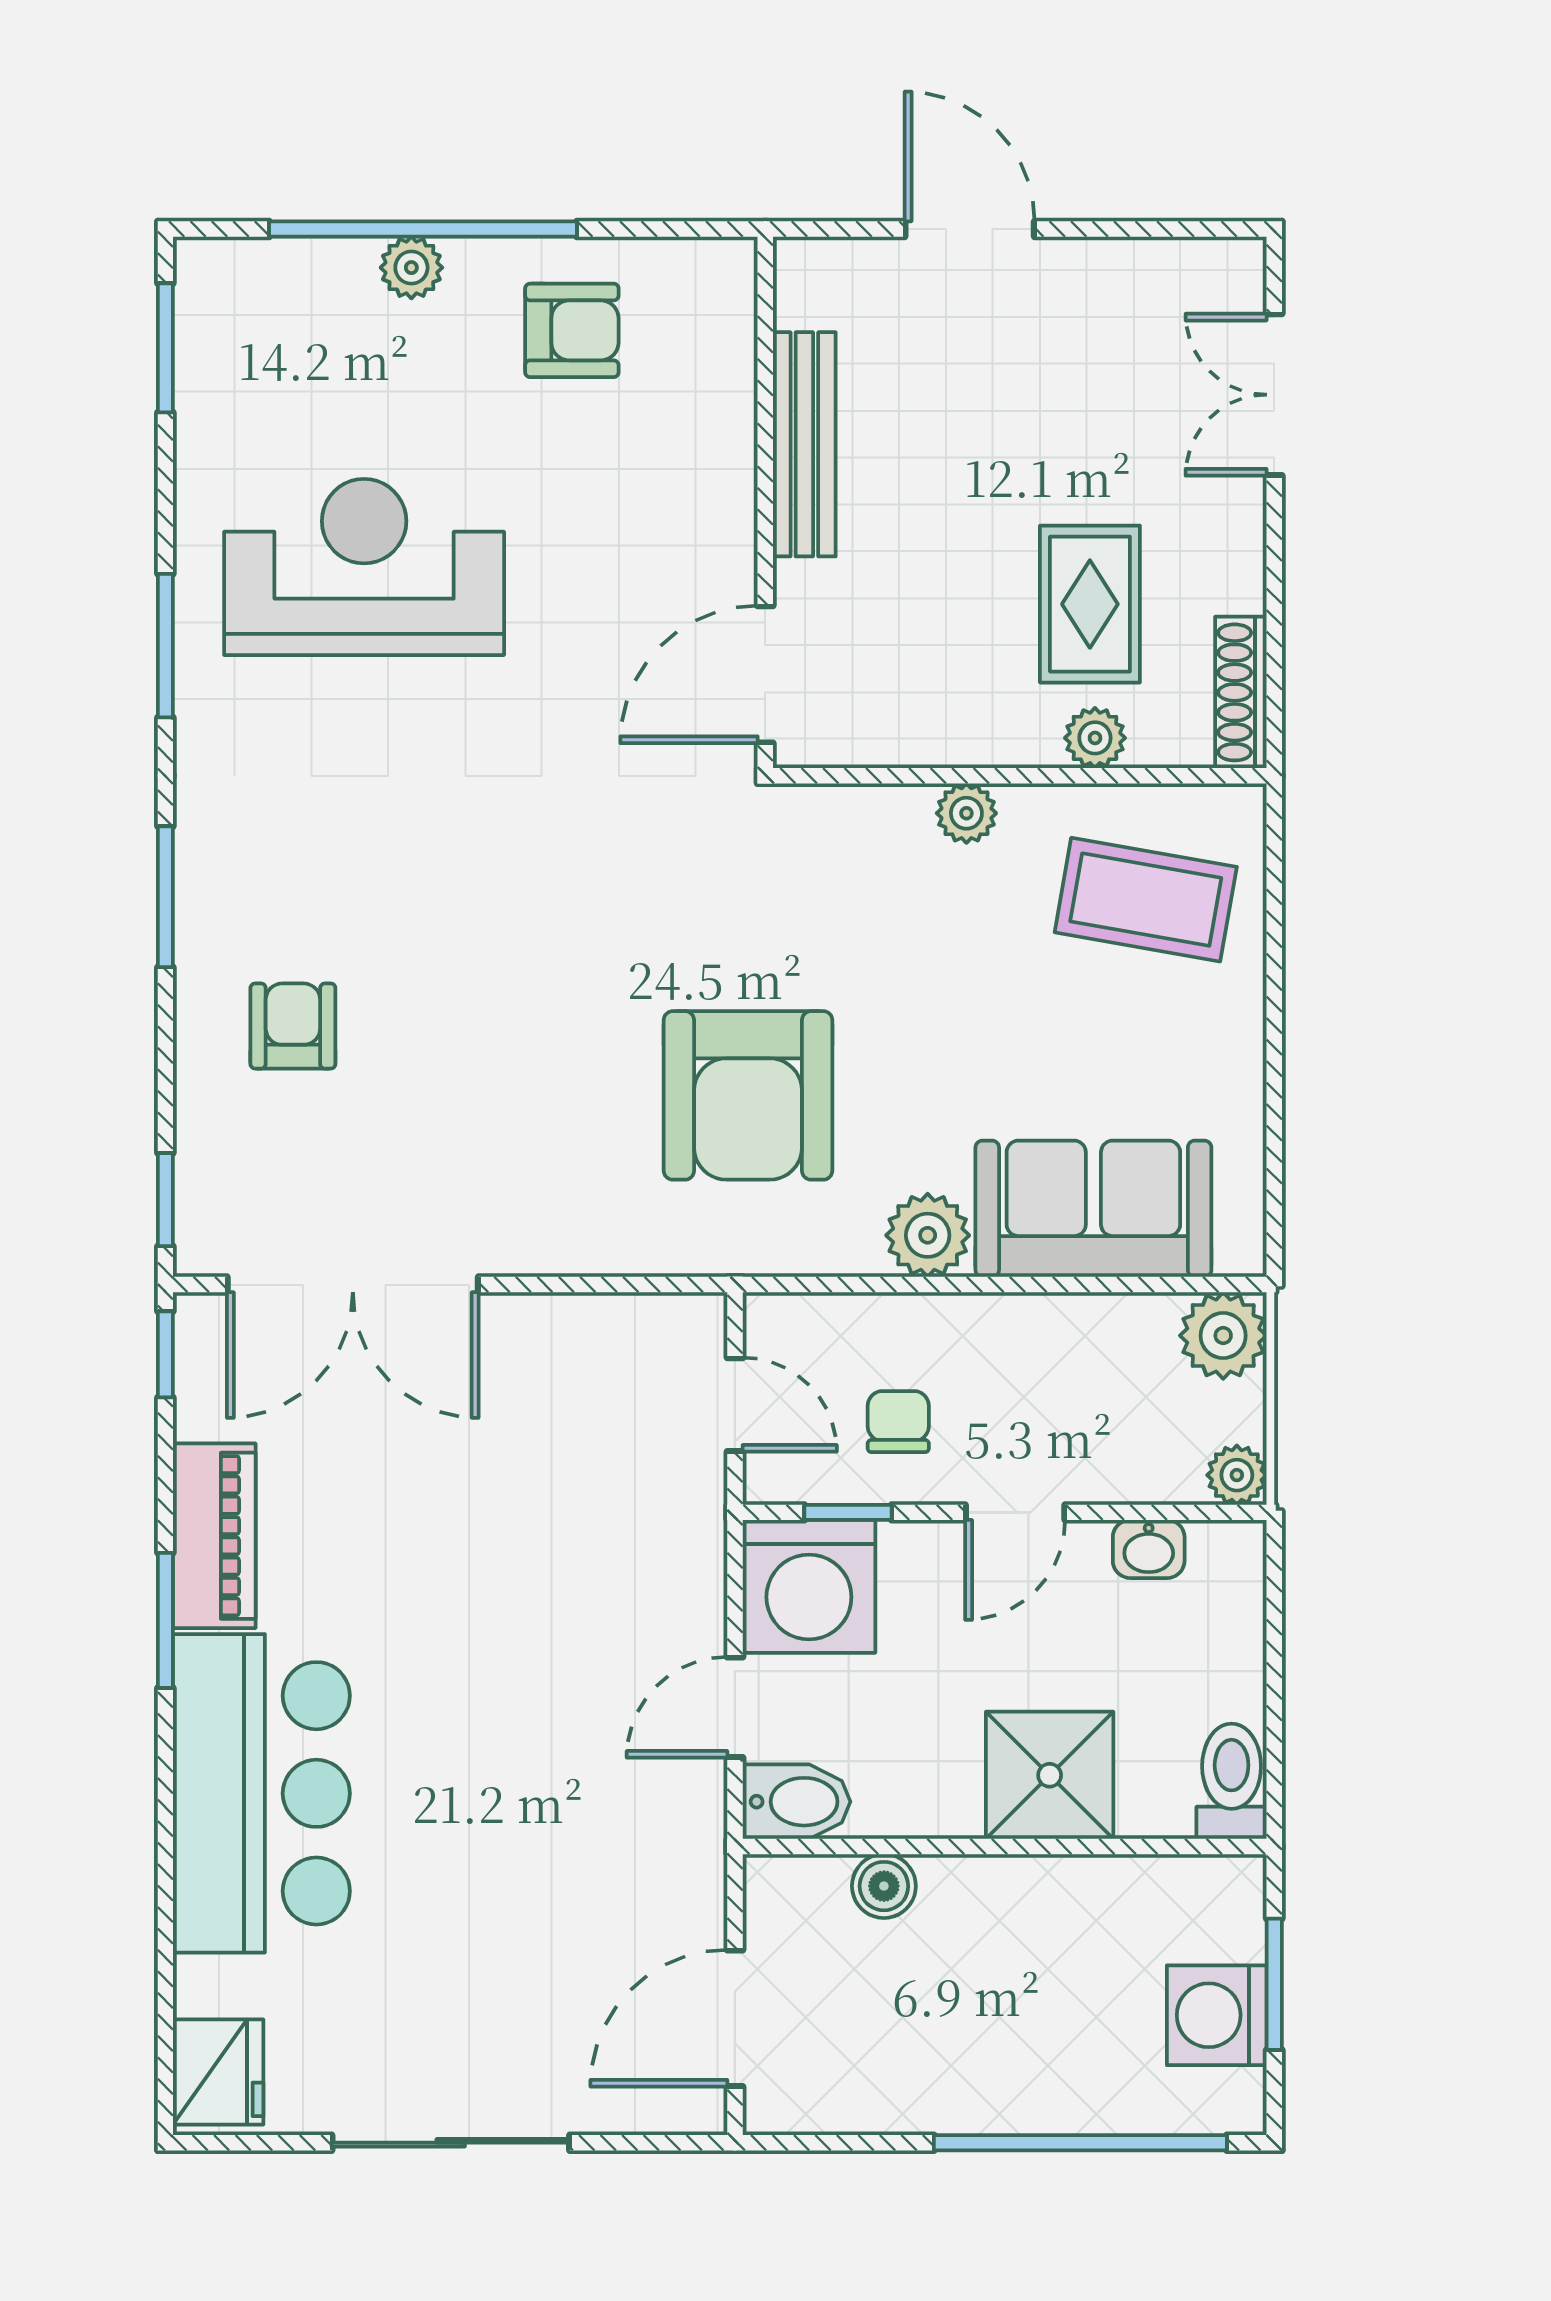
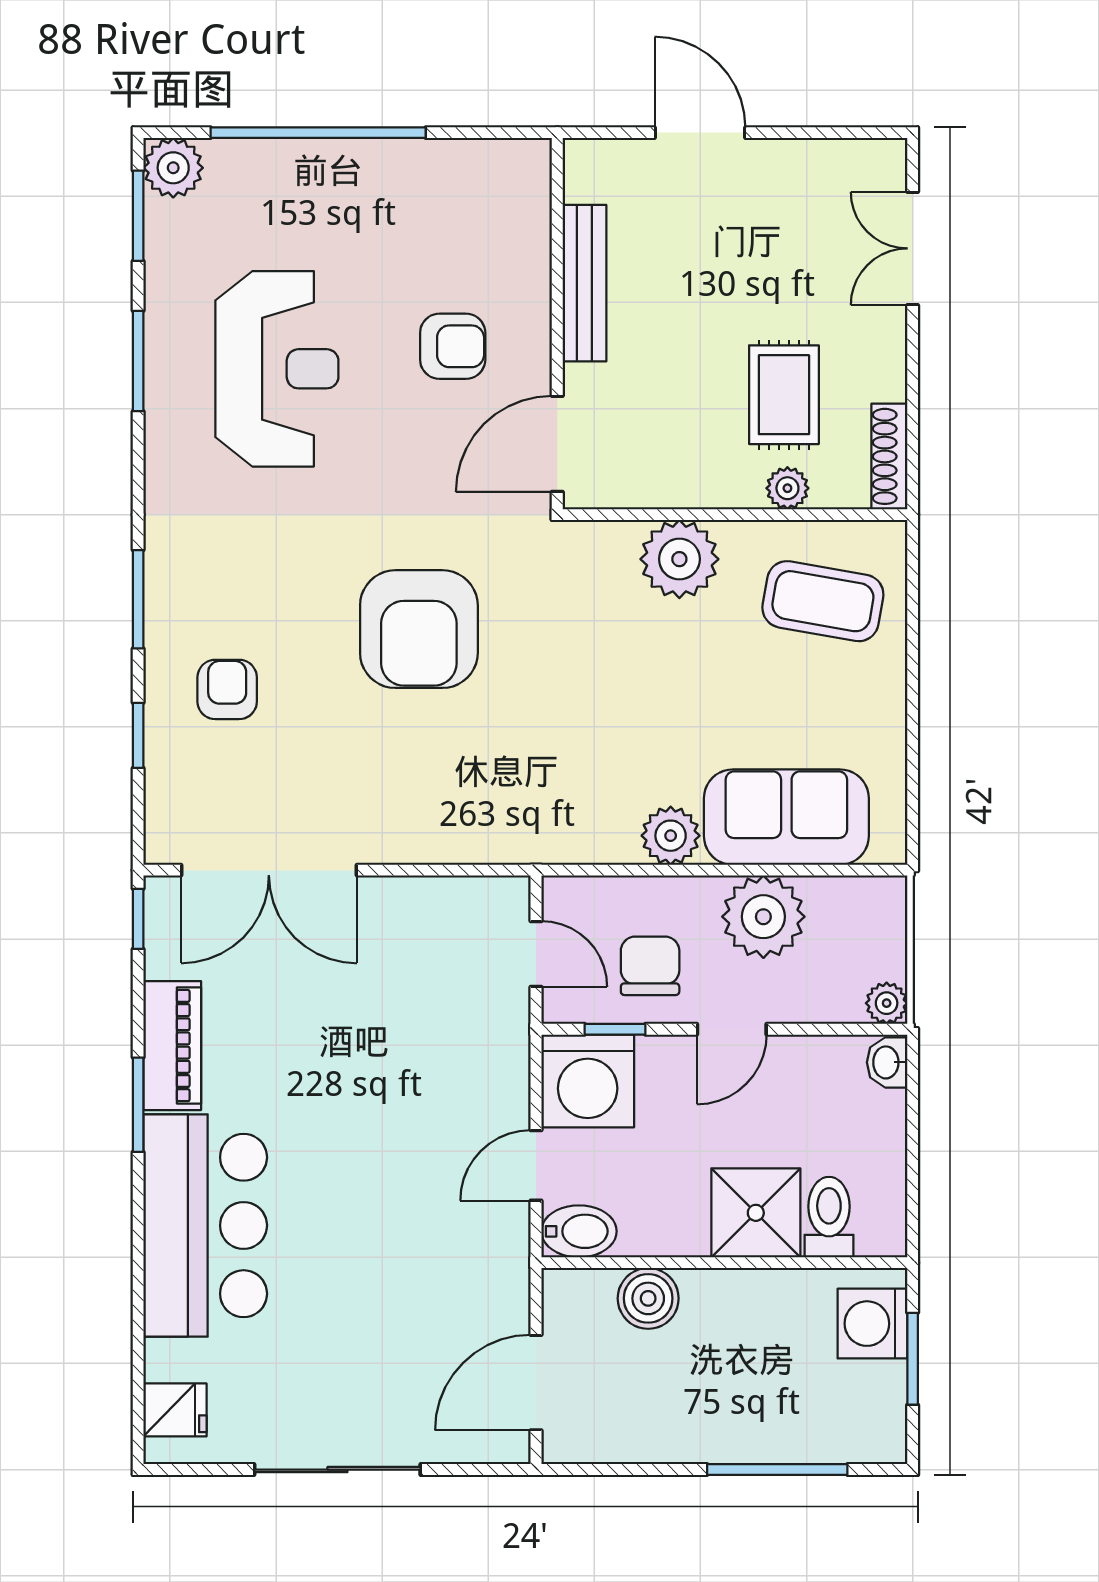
plant: (411, 268) -> (173, 168), moved, width x1.38, depth x1.38
armchair: (572, 330) -> (453, 346), moved
reception desk: (364, 567) -> (277, 369), turned 90
window: (165, 646) -> (138, 361), moved
plant: (966, 813) -> (679, 559), width x1.88, depth x1.88
armchair: (748, 1095) -> (419, 629), moved
window: (165, 1200) -> (138, 735), moved
plant: (1223, 1336) -> (763, 917), moved, width x1.36, depth x1.36
chair: (898, 1422) -> (650, 966), width x1.37, depth x1.37
washbasin: (1149, 1549) -> (887, 1062), moved, turned 90
toilet: (1232, 1781) -> (829, 1217), moved
boiler: (884, 1886) -> (648, 1298), width x1.36, depth x1.36
washing machine: (1217, 2015) -> (872, 1324), moved
fridge: (218, 2072) -> (175, 1410), width x0.72
window: (1080, 2143) -> (777, 1470), width x0.68

